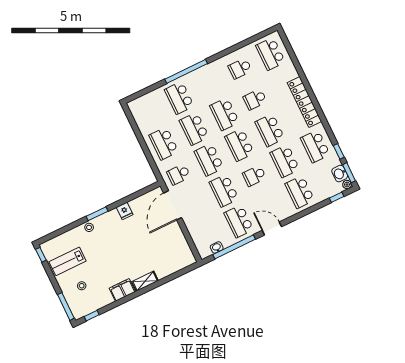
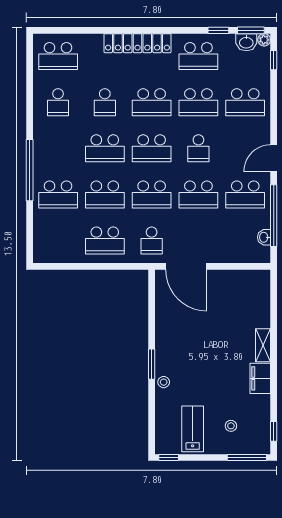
fridge: (125, 211) -> (165, 329), removed
lab bench: (68, 261) -> (193, 429), turned 180

